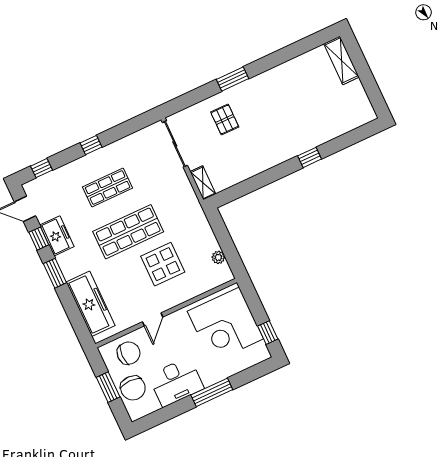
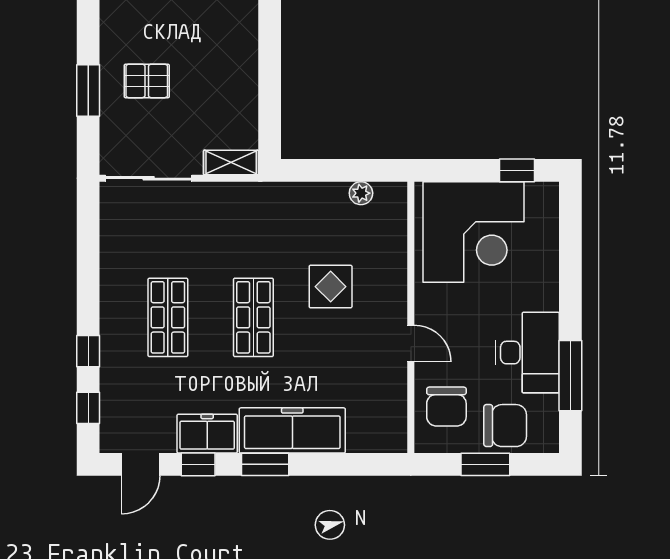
window: (233, 79) -> (88, 90), moved
window: (91, 145) -> (88, 351), moved
shop shelf: (128, 232) -> (253, 317), width x0.70, depth x0.74
display table: (163, 264) -> (331, 287), width x0.73, depth x0.73
freezer: (91, 304) -> (292, 430), moved
chair: (129, 353) -> (446, 407), turned 180
window: (212, 392) -> (570, 376), moved

